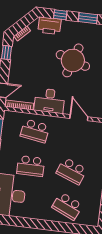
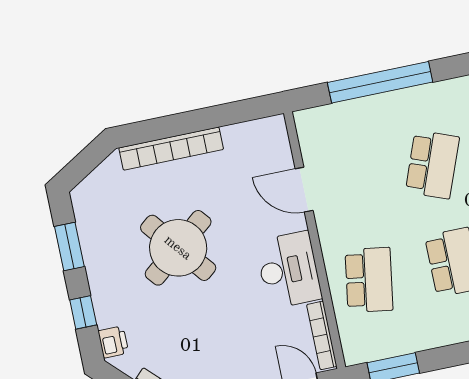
printer: (49, 26) -> (113, 342), width x0.53, depth x0.68
round table: (73, 60) -> (178, 248), turned 33
door: (79, 118) -> (304, 190), hinge flipped

